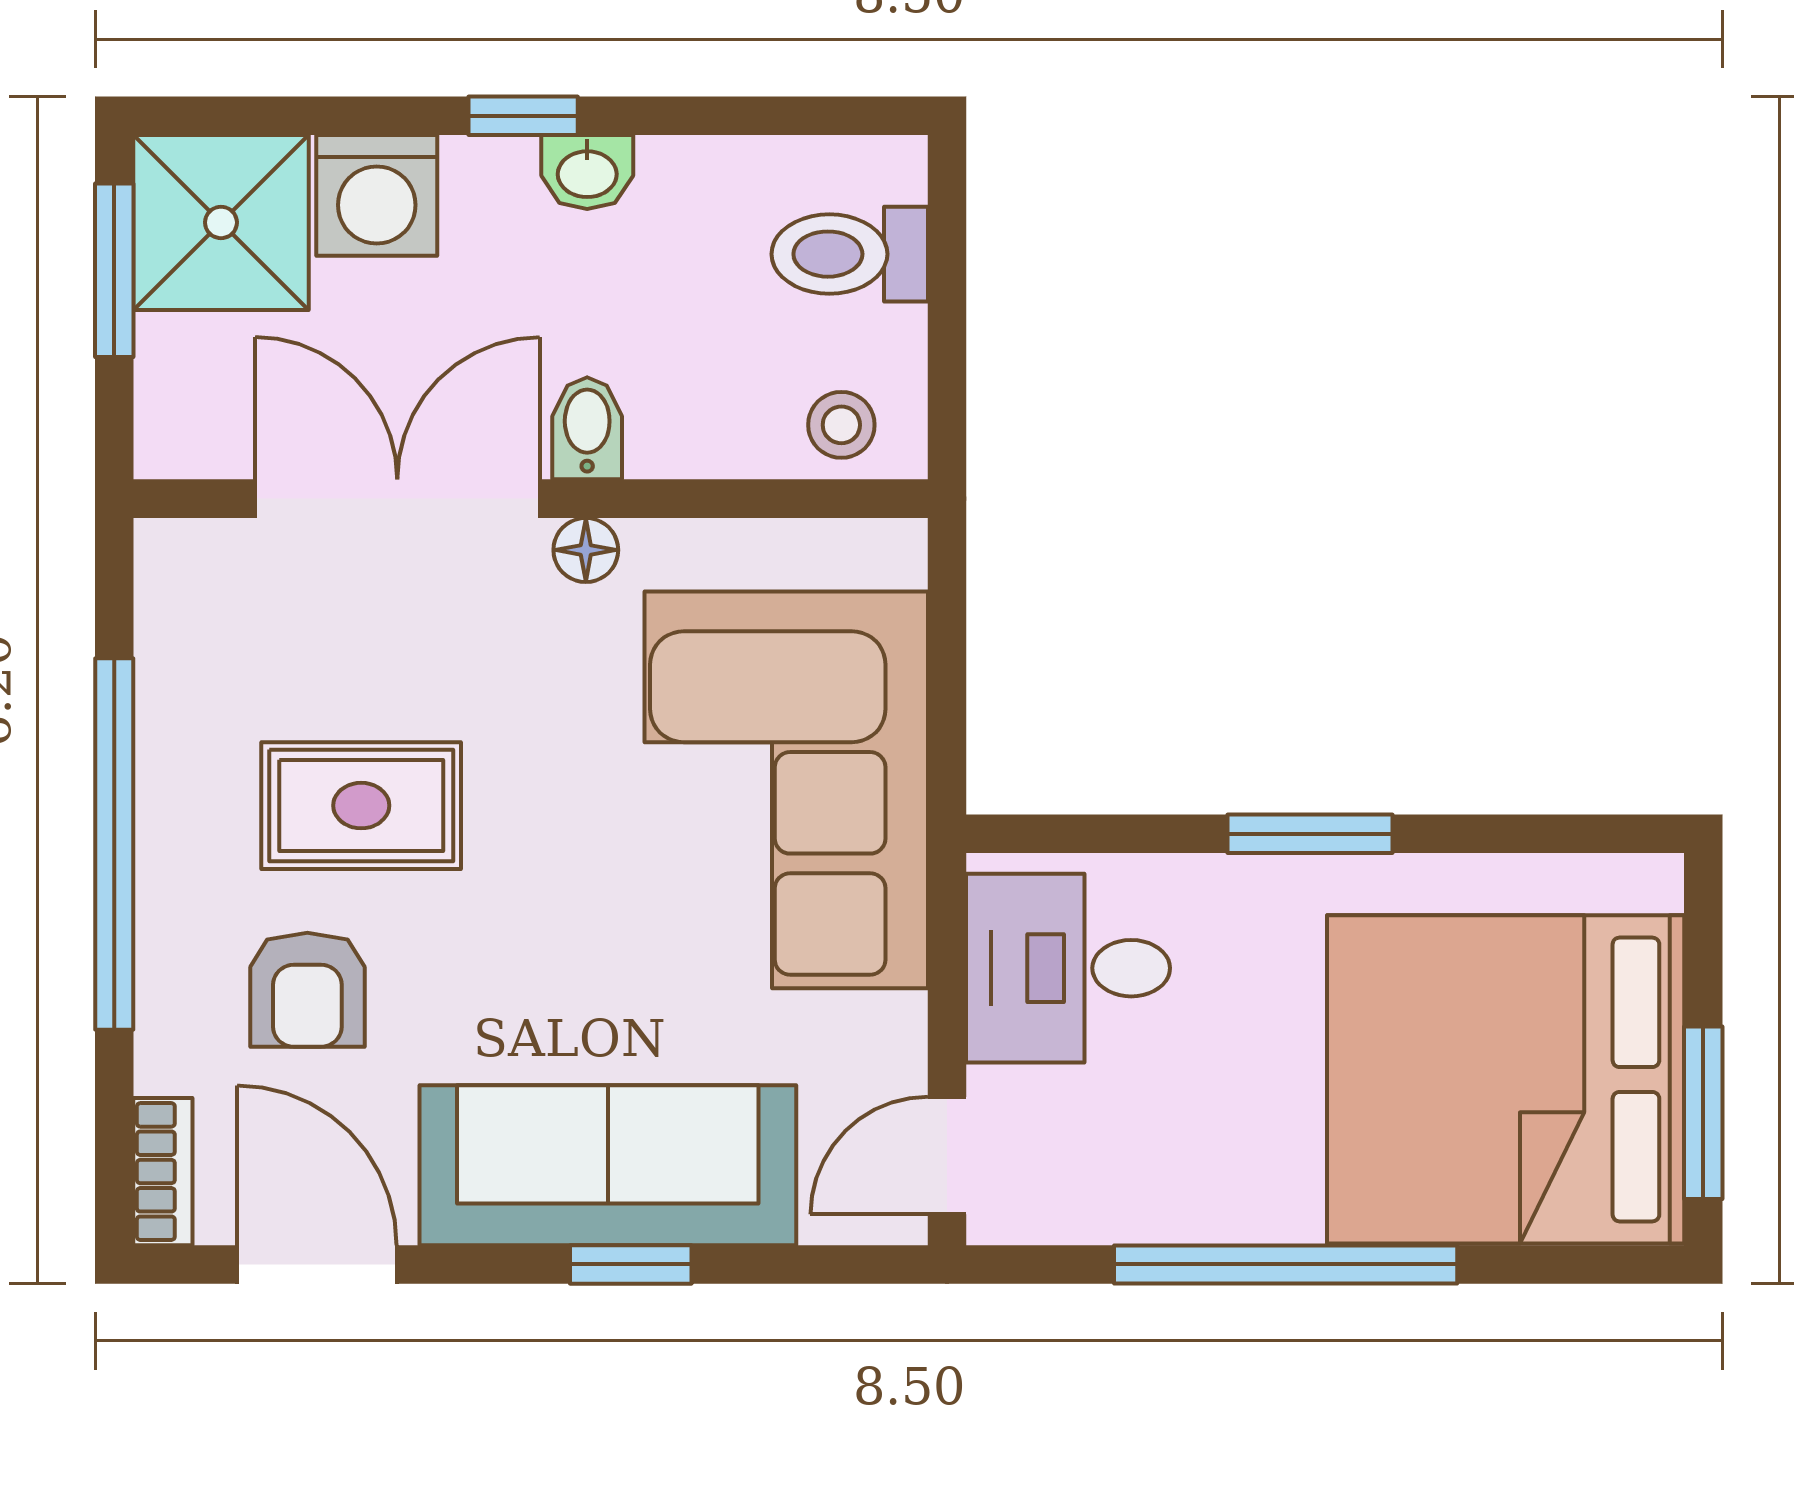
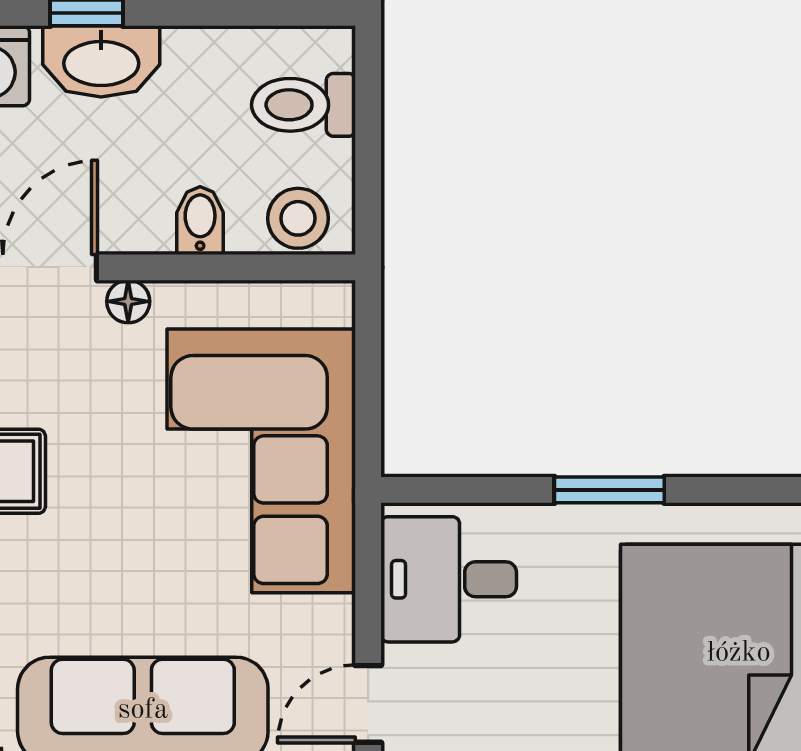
washbasin: (587, 172) -> (101, 61), width x1.91, depth x1.45
stool: (841, 425) -> (298, 218), width x1.37, depth x1.37
bidet: (587, 428) -> (200, 221), moved

